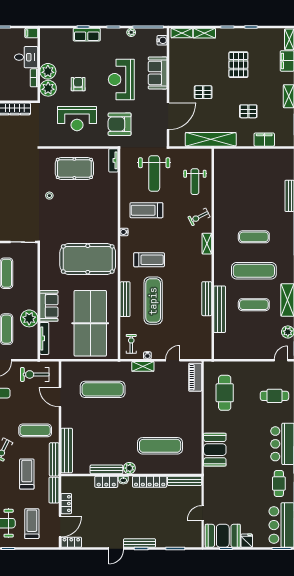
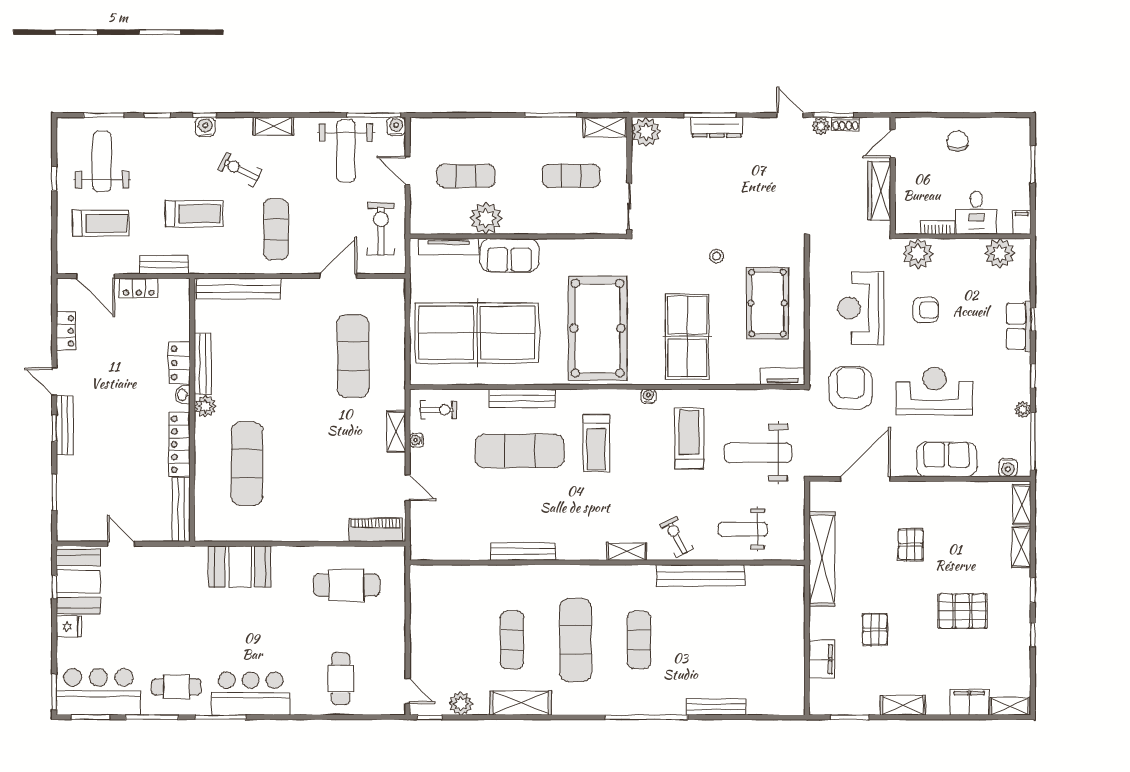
plant: (48, 71) -> (1000, 253), moved
door: (168, 116) -> (865, 479), swing flipped
table tennis table: (92, 211) -> (687, 336), added
bench: (220, 309) -> (701, 576), moved
bench: (54, 459) -> (221, 265), removed
locker: (71, 542) -> (66, 331), moved

